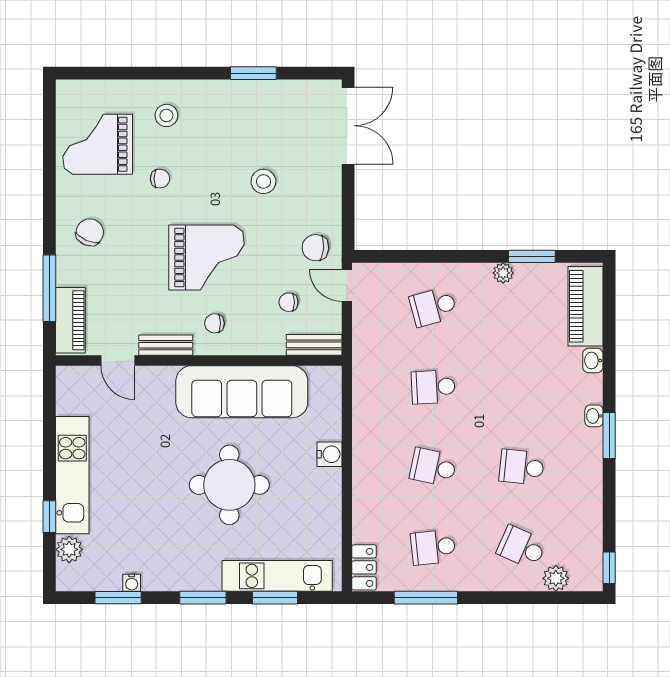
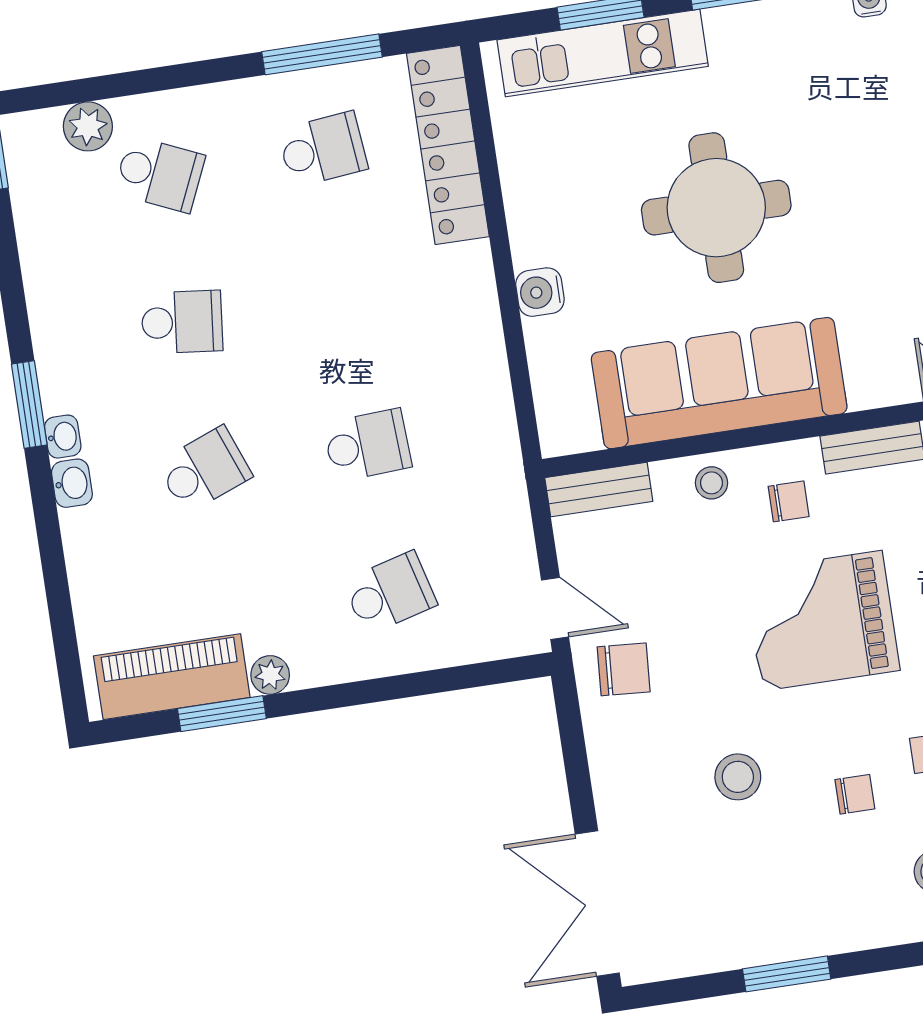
chair: (289, 302) -> (855, 794), moved
piano: (586, 306) -> (172, 677), moved, turned -90
stool: (254, 339) -> (711, 483), added
washbasin: (593, 360) -> (72, 483), moved
school desk: (433, 467) -> (204, 470), moved, turned -33
locker: (364, 567) -> (448, 145), width x2.16, depth x1.21

